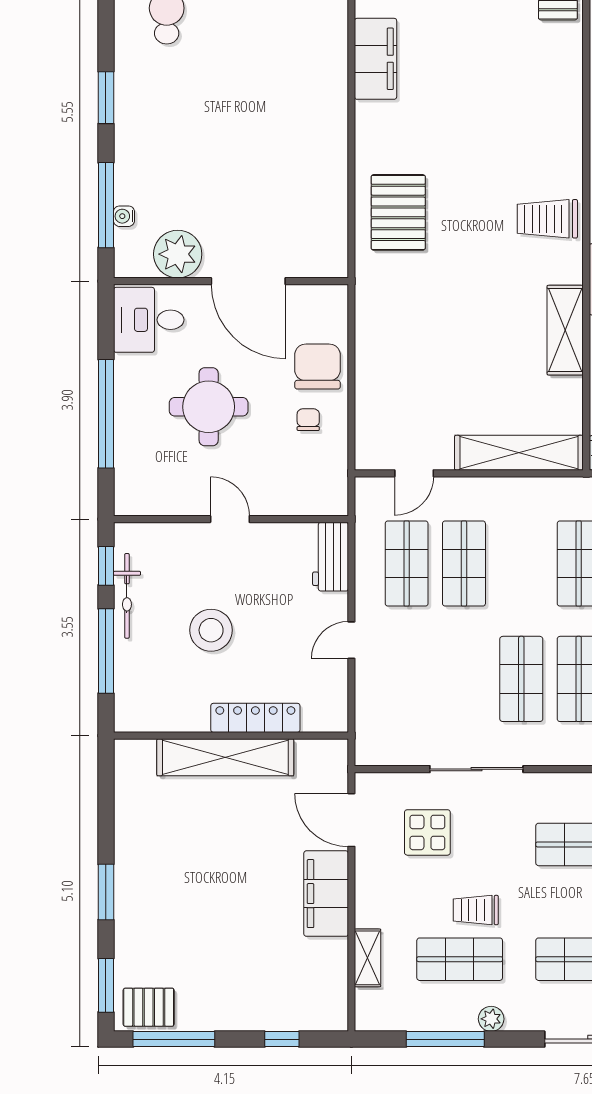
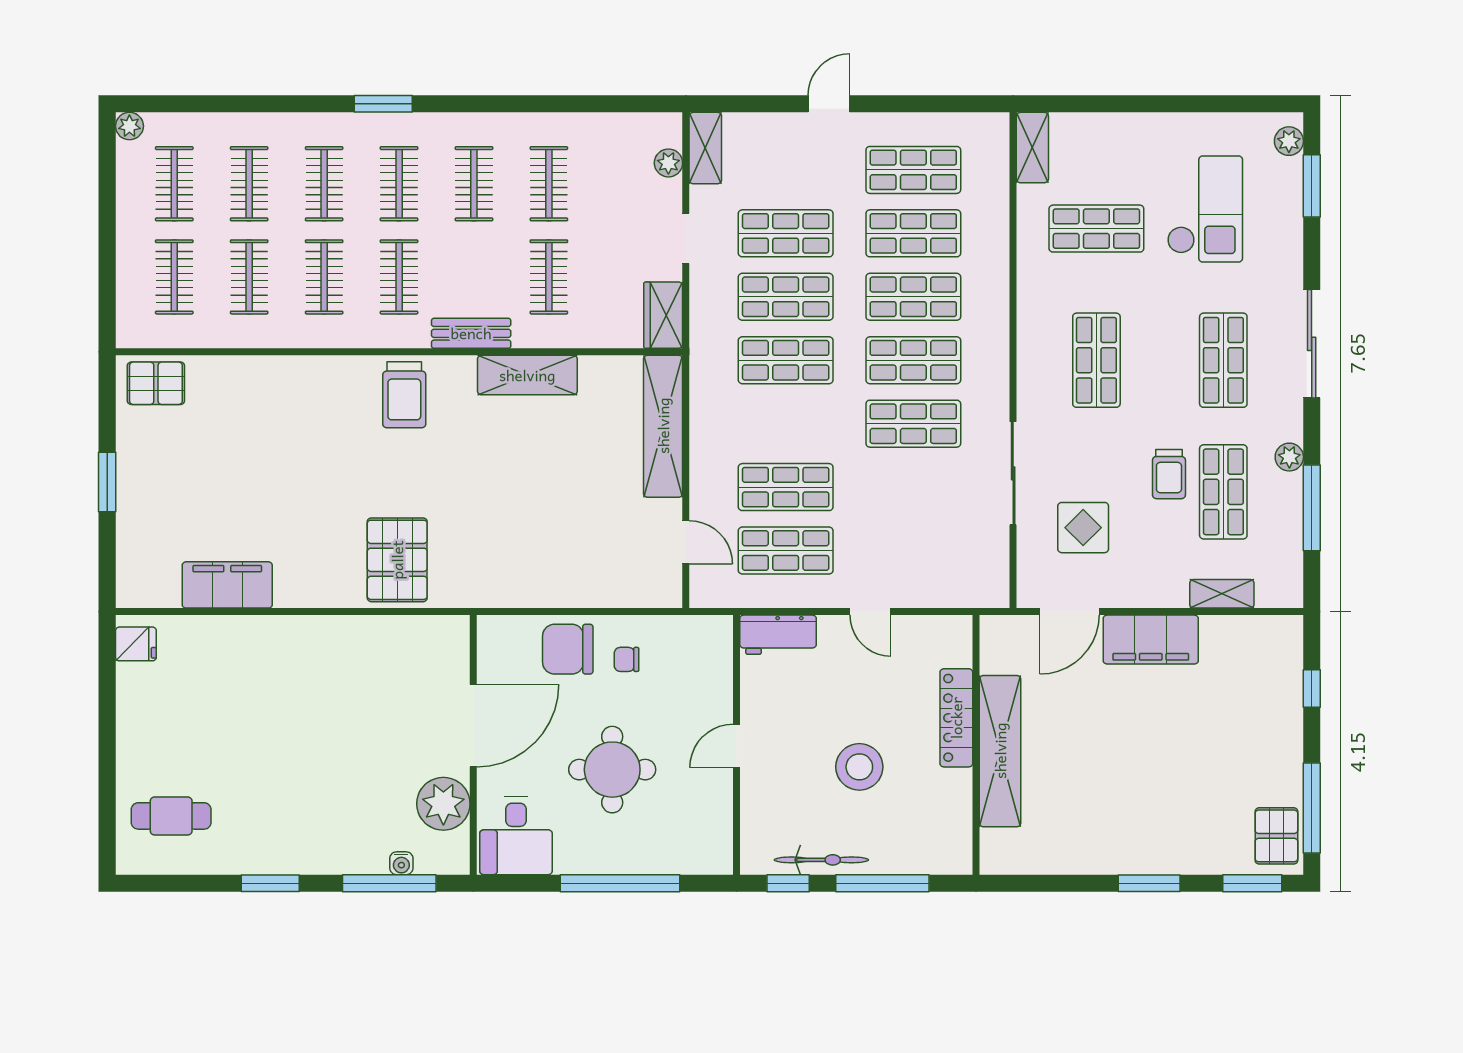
pallet: (398, 212) -> (397, 560), turned 90

